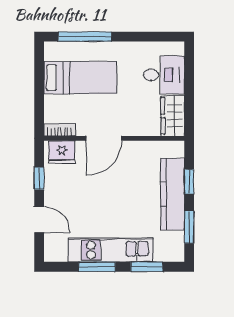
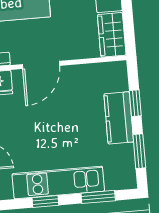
kitchen counter: (172, 194) -> (119, 118), width x0.67
window: (97, 267) -> (45, 201), width x0.67

